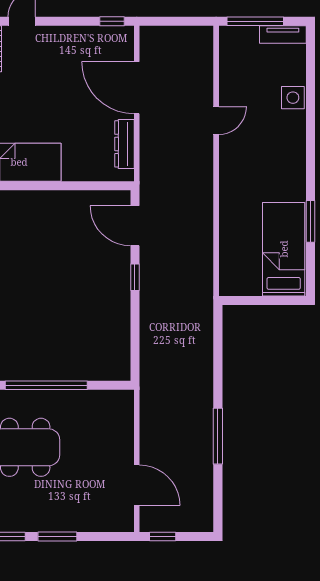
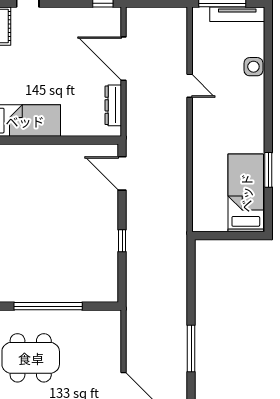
tv unit: (283, 34) -> (237, 14), width x1.41
door: (216, 121) -> (190, 86), hinge flipped
window: (135, 277) -> (122, 241), moved

